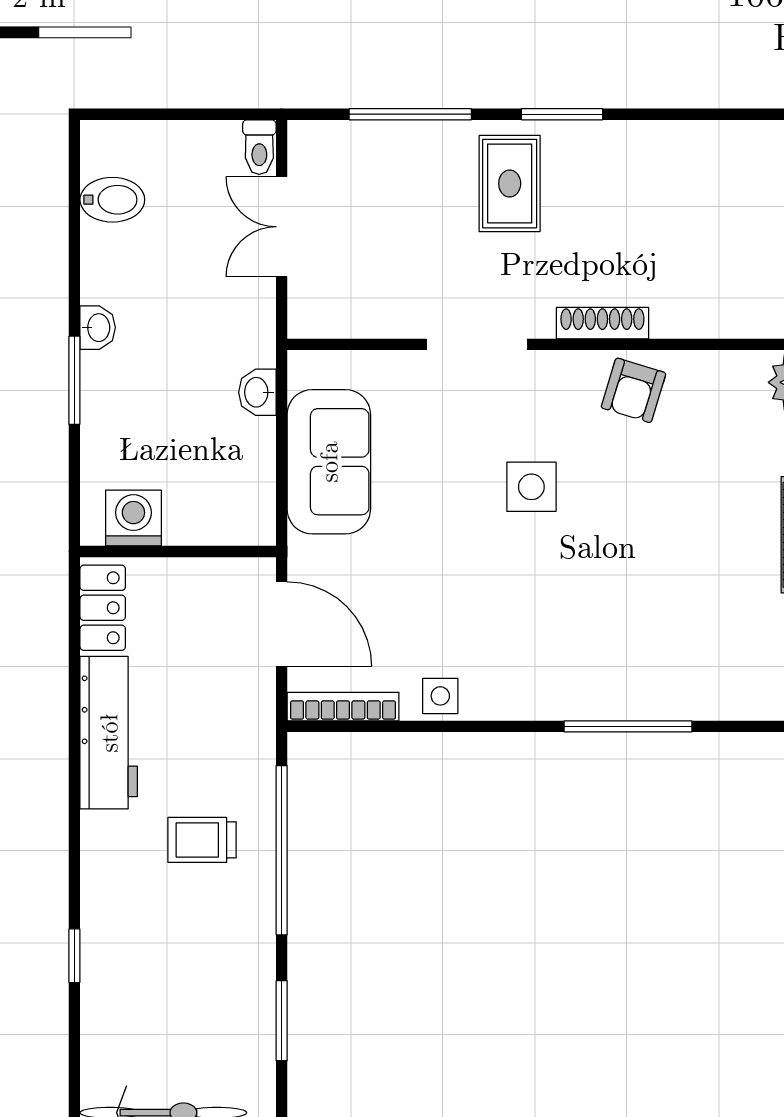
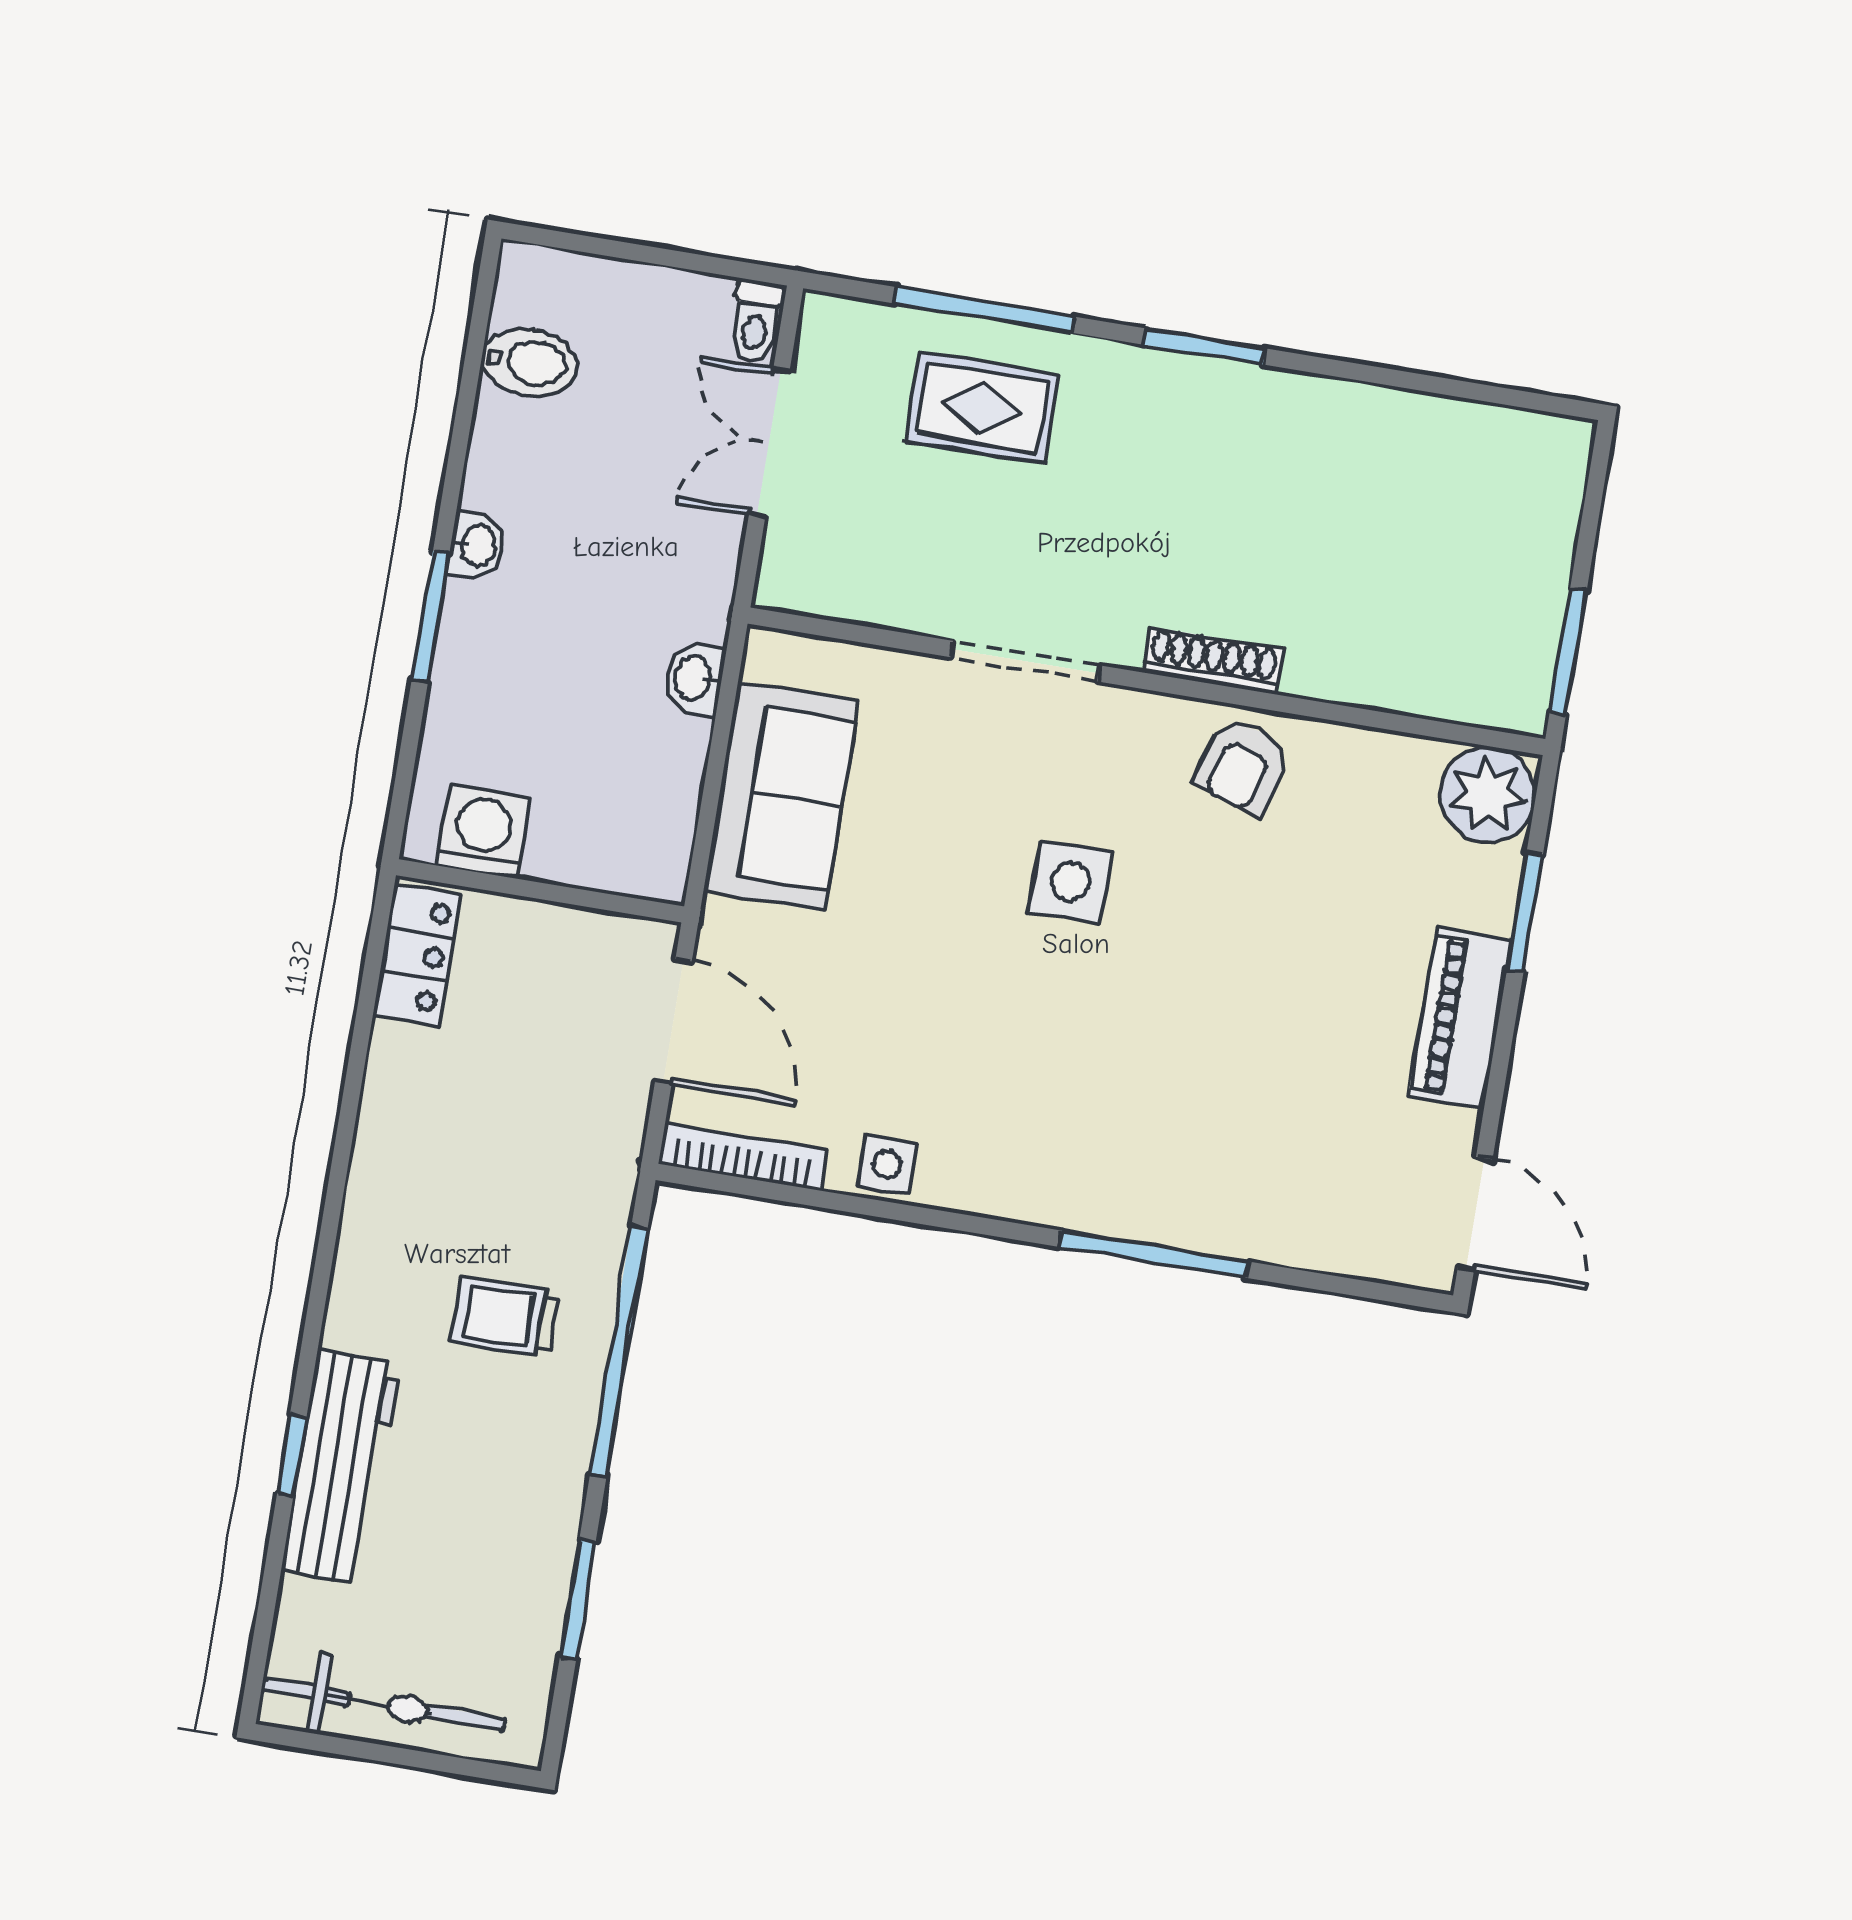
rug: (510, 184) -> (982, 408), moved, turned 90
workbench: (109, 733) -> (341, 1466), moved

